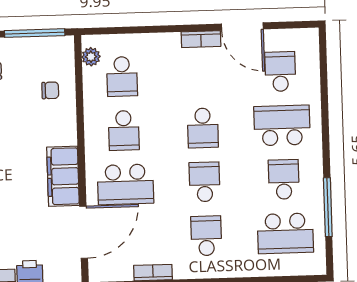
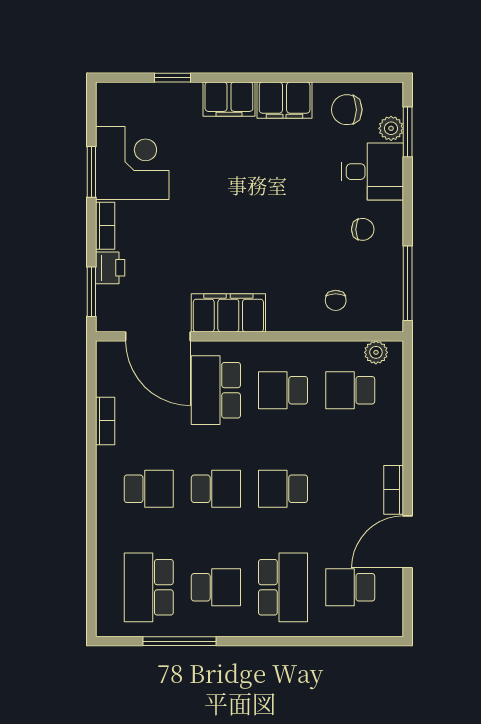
school desk: (280, 71) -> (350, 587), turned 180

